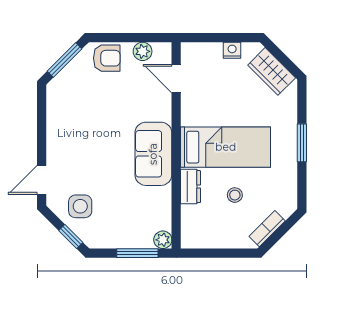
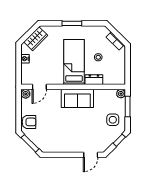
plant: (143, 51) -> (26, 94), moved
armchair: (107, 58) -> (29, 122), turned 90
door: (42, 180) -> (91, 155), hinge flipped
side table: (80, 206) -> (113, 120), moved

